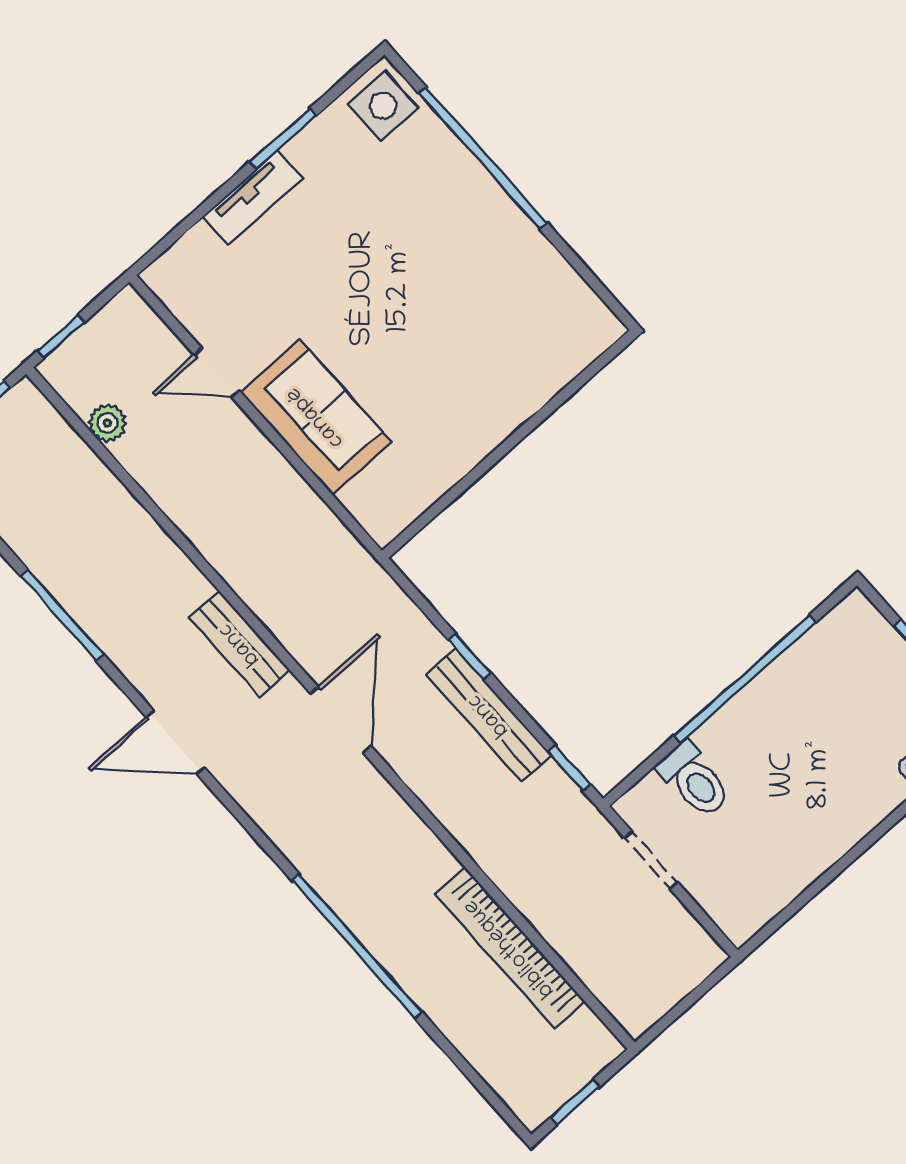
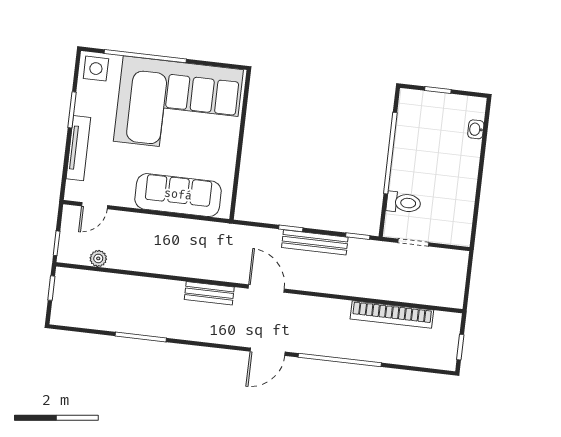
tv unit: (252, 198) -> (78, 148), width x1.41
corner sofa: (465, 288) -> (178, 105), added
door: (217, 373) -> (95, 206), moved
sofa: (316, 417) -> (178, 195), width x1.36
door: (175, 742) -> (268, 352), moved

